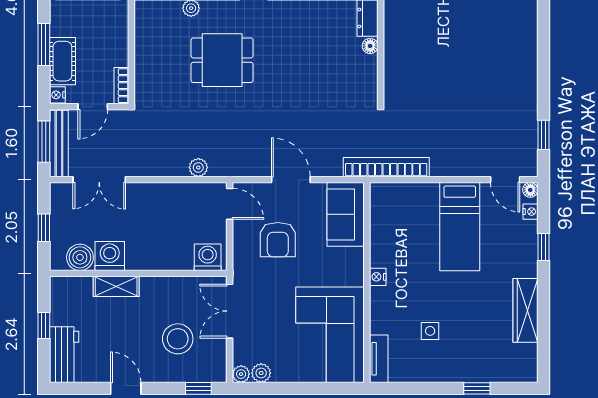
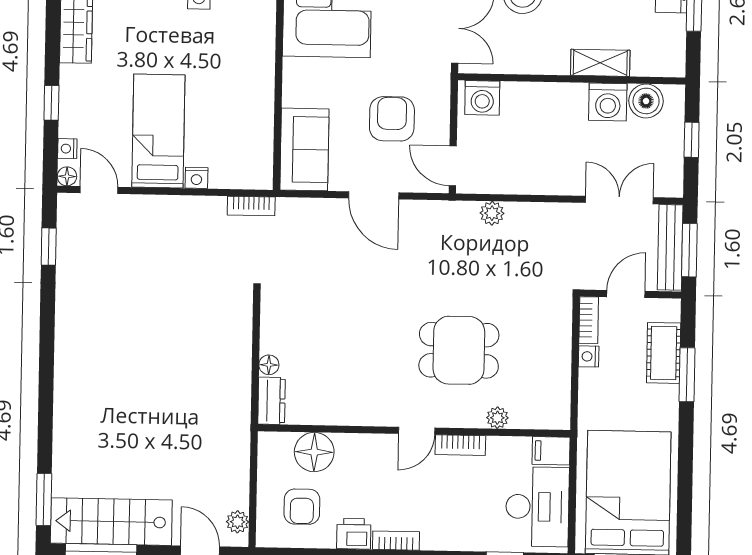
nightstand: (57, 95) -> (589, 356), moved, turned 180
bookcase: (386, 167) -> (251, 206), width x0.43, depth x0.76
nightstand: (378, 277) -> (196, 178), moved, turned 90

